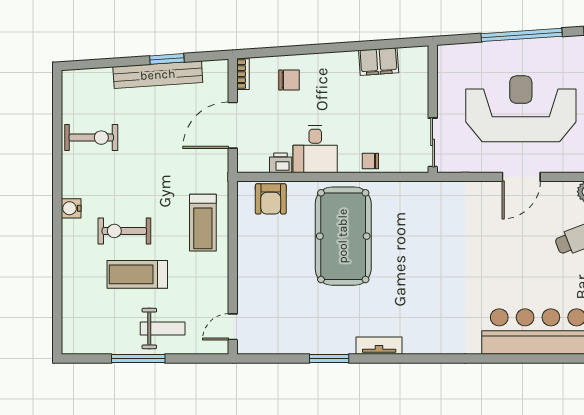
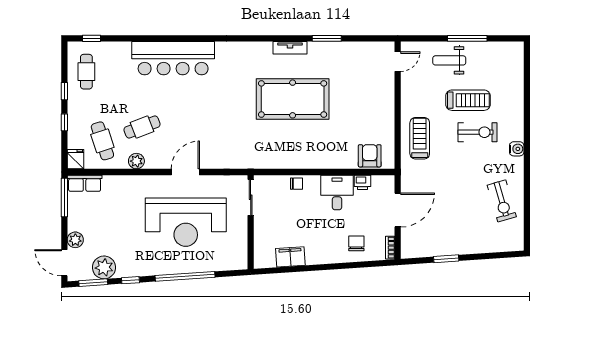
bench: (158, 75) -> (453, 247), removed
chair: (289, 80) -> (356, 243), turned 90
exercise bike: (91, 138) -> (502, 201), turned -106
pool table: (343, 236) -> (293, 99), moved, turned 90

